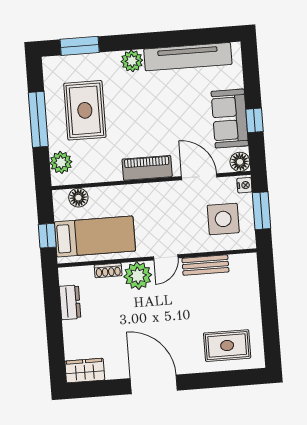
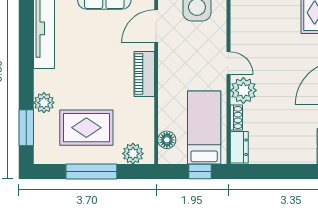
plant: (132, 61) -> (44, 103), moved
bench: (205, 265) -> (238, 27), removed
dresser: (70, 302) -> (239, 147), moved, turned 90

